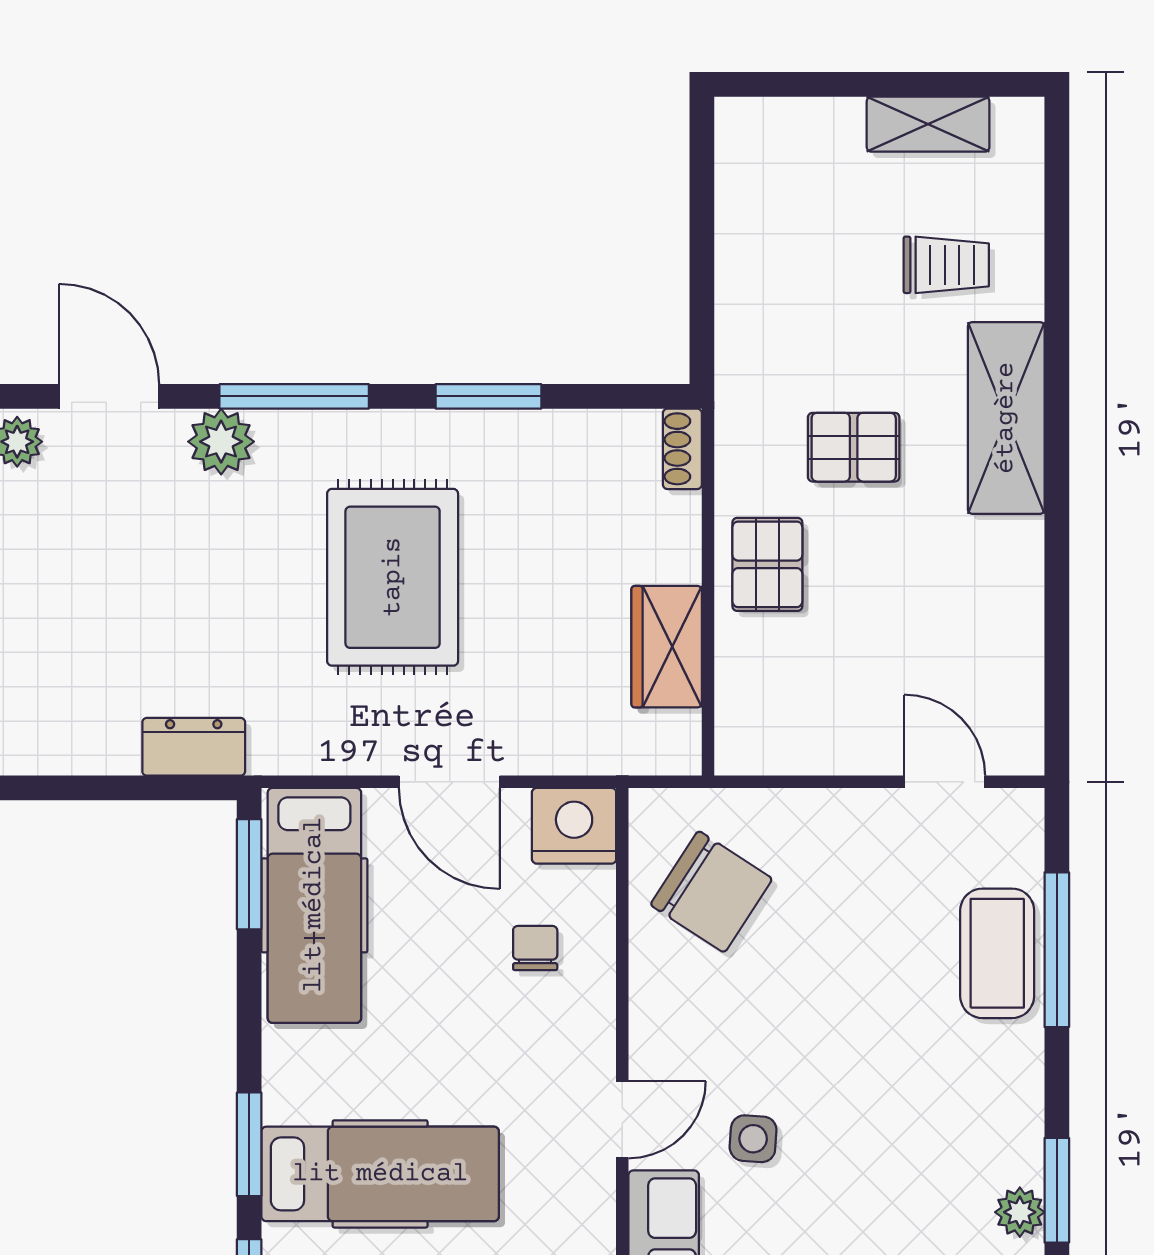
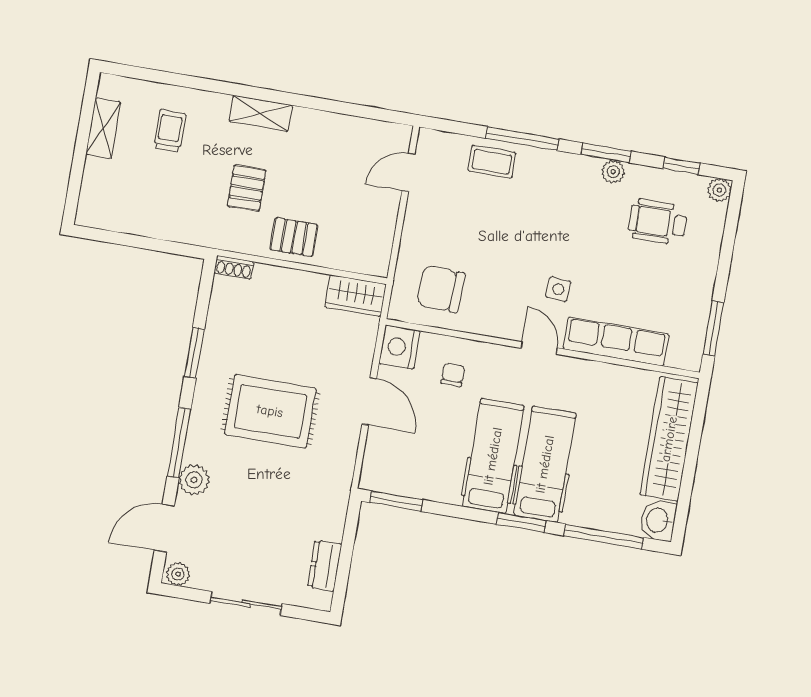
shelving: (1006, 418) -> (261, 113), width x0.67, depth x0.75
wardrobe: (667, 647) -> (356, 296), moved
dresser: (194, 747) -> (325, 566), moved
door: (449, 782) -> (369, 401), hinge flipped
chair: (711, 892) -> (441, 289), turned -121
hospital bed: (314, 905) -> (493, 456), moved, turned -90
chair: (535, 948) -> (453, 375), turned 90
window: (1057, 950) -> (522, 139), moved
coffee table: (997, 953) -> (492, 162), width x0.73, depth x0.77

